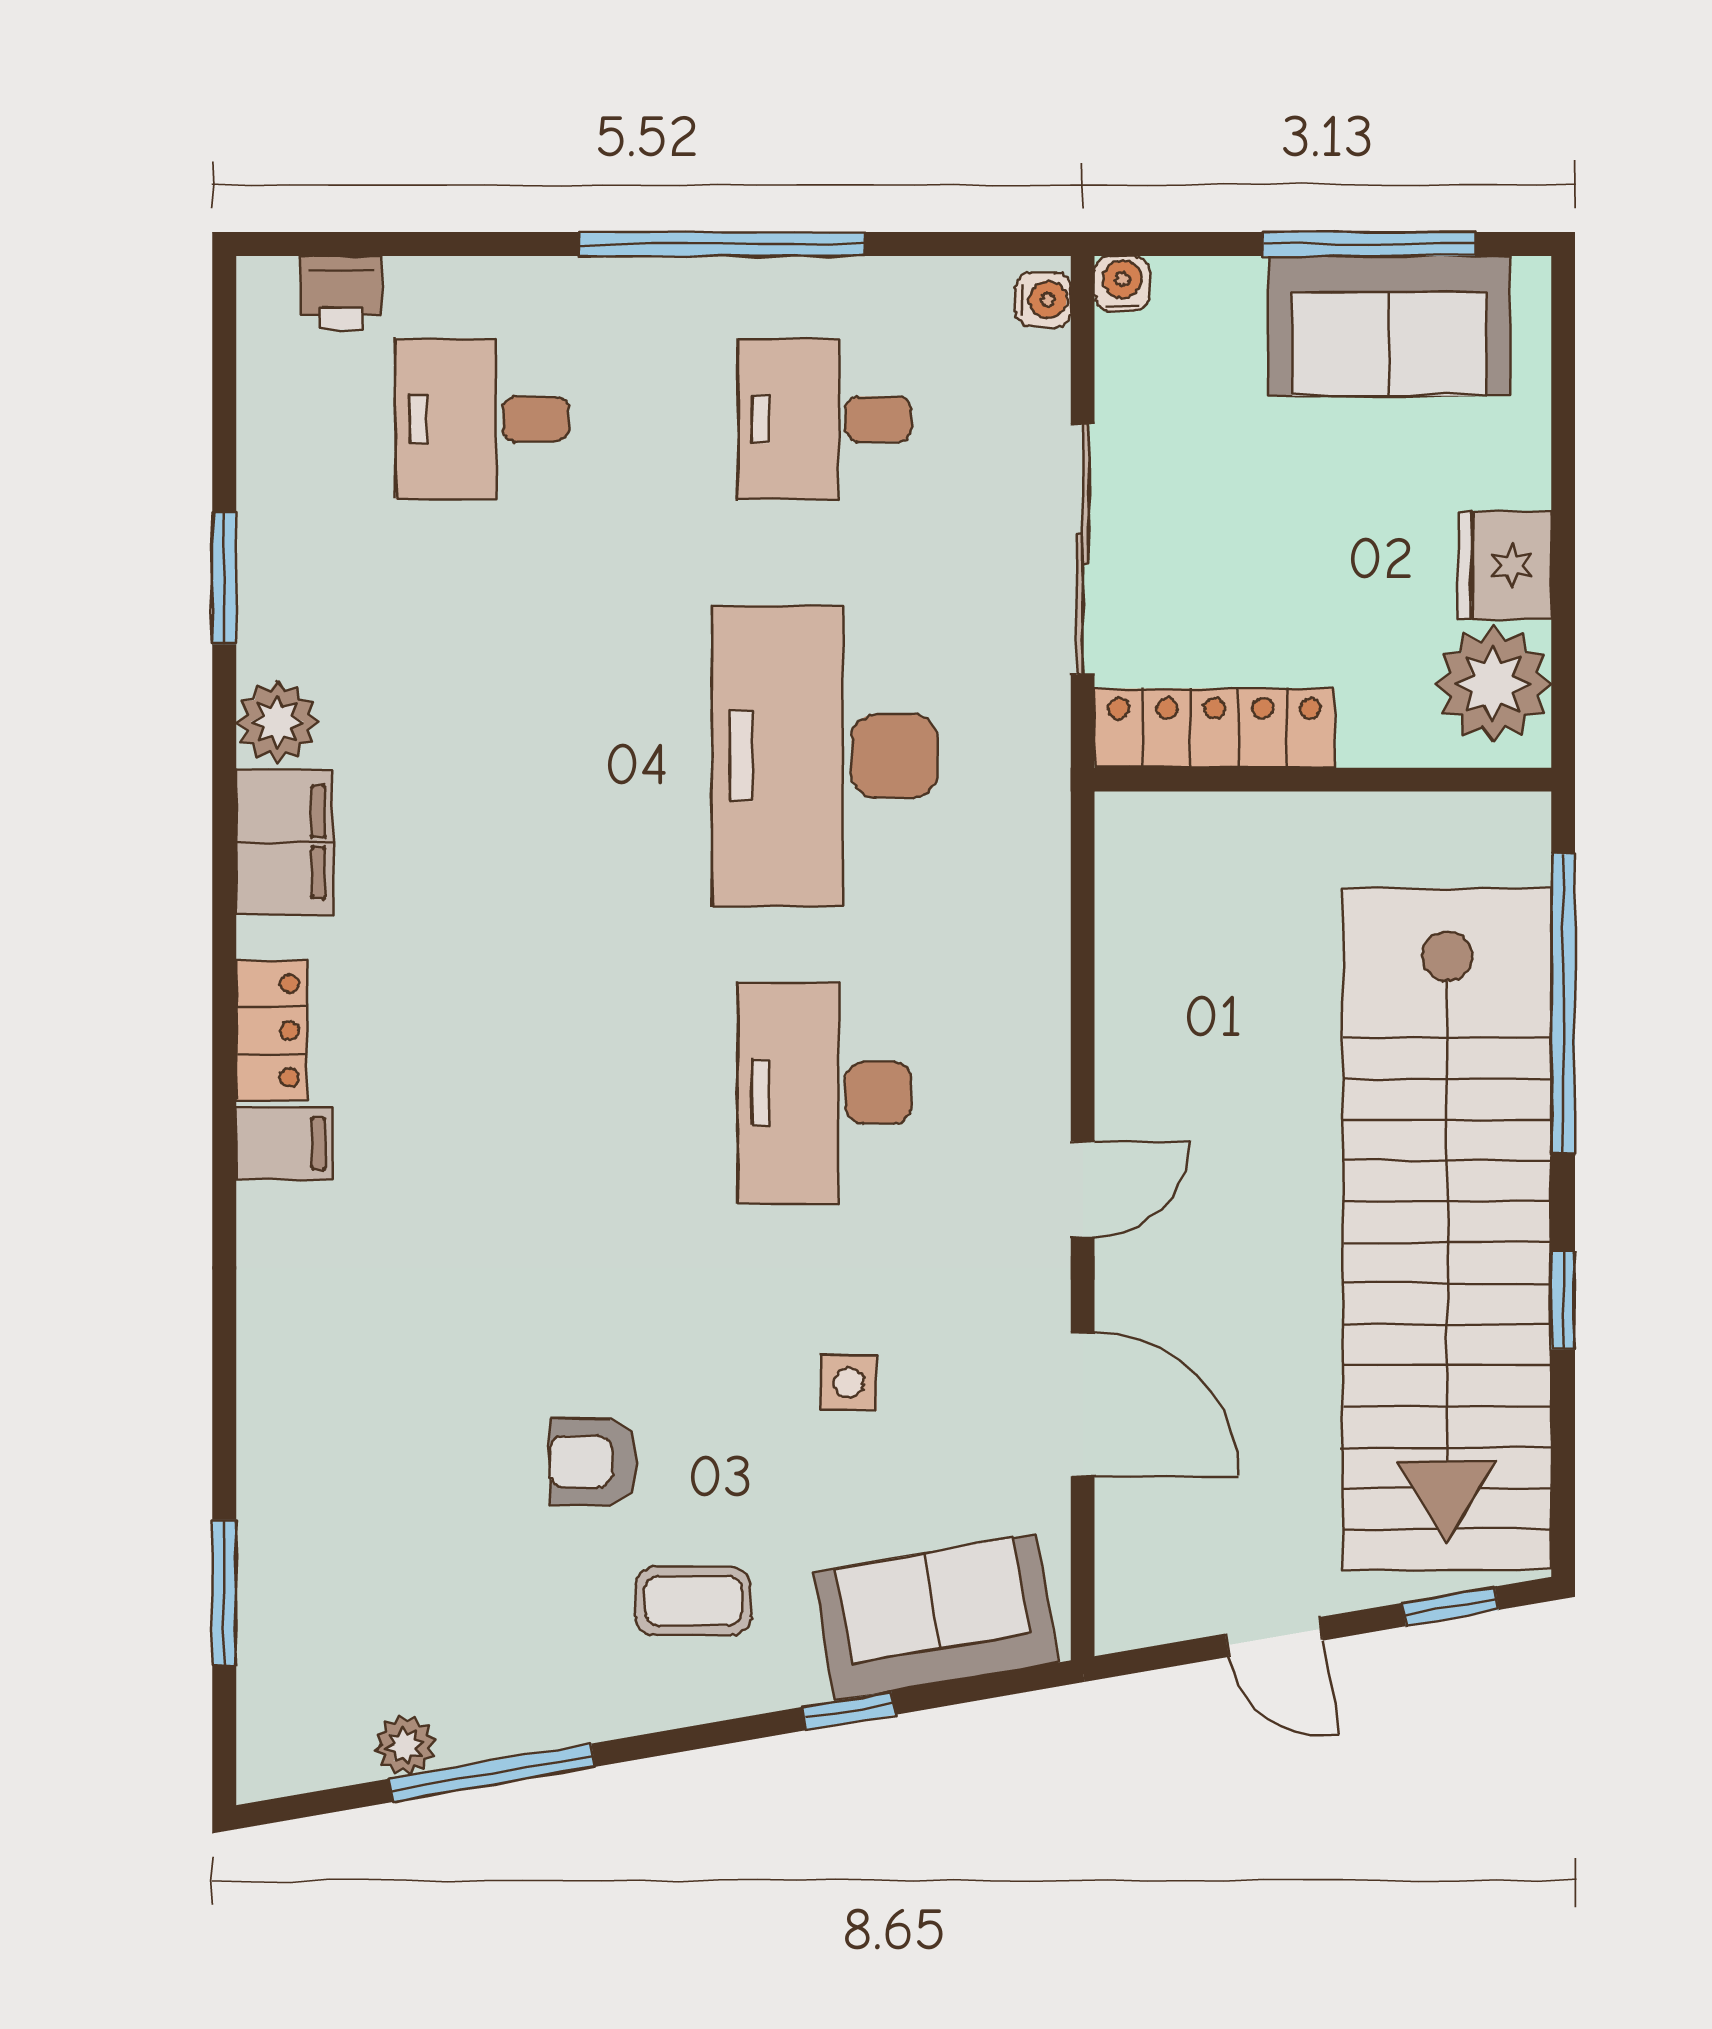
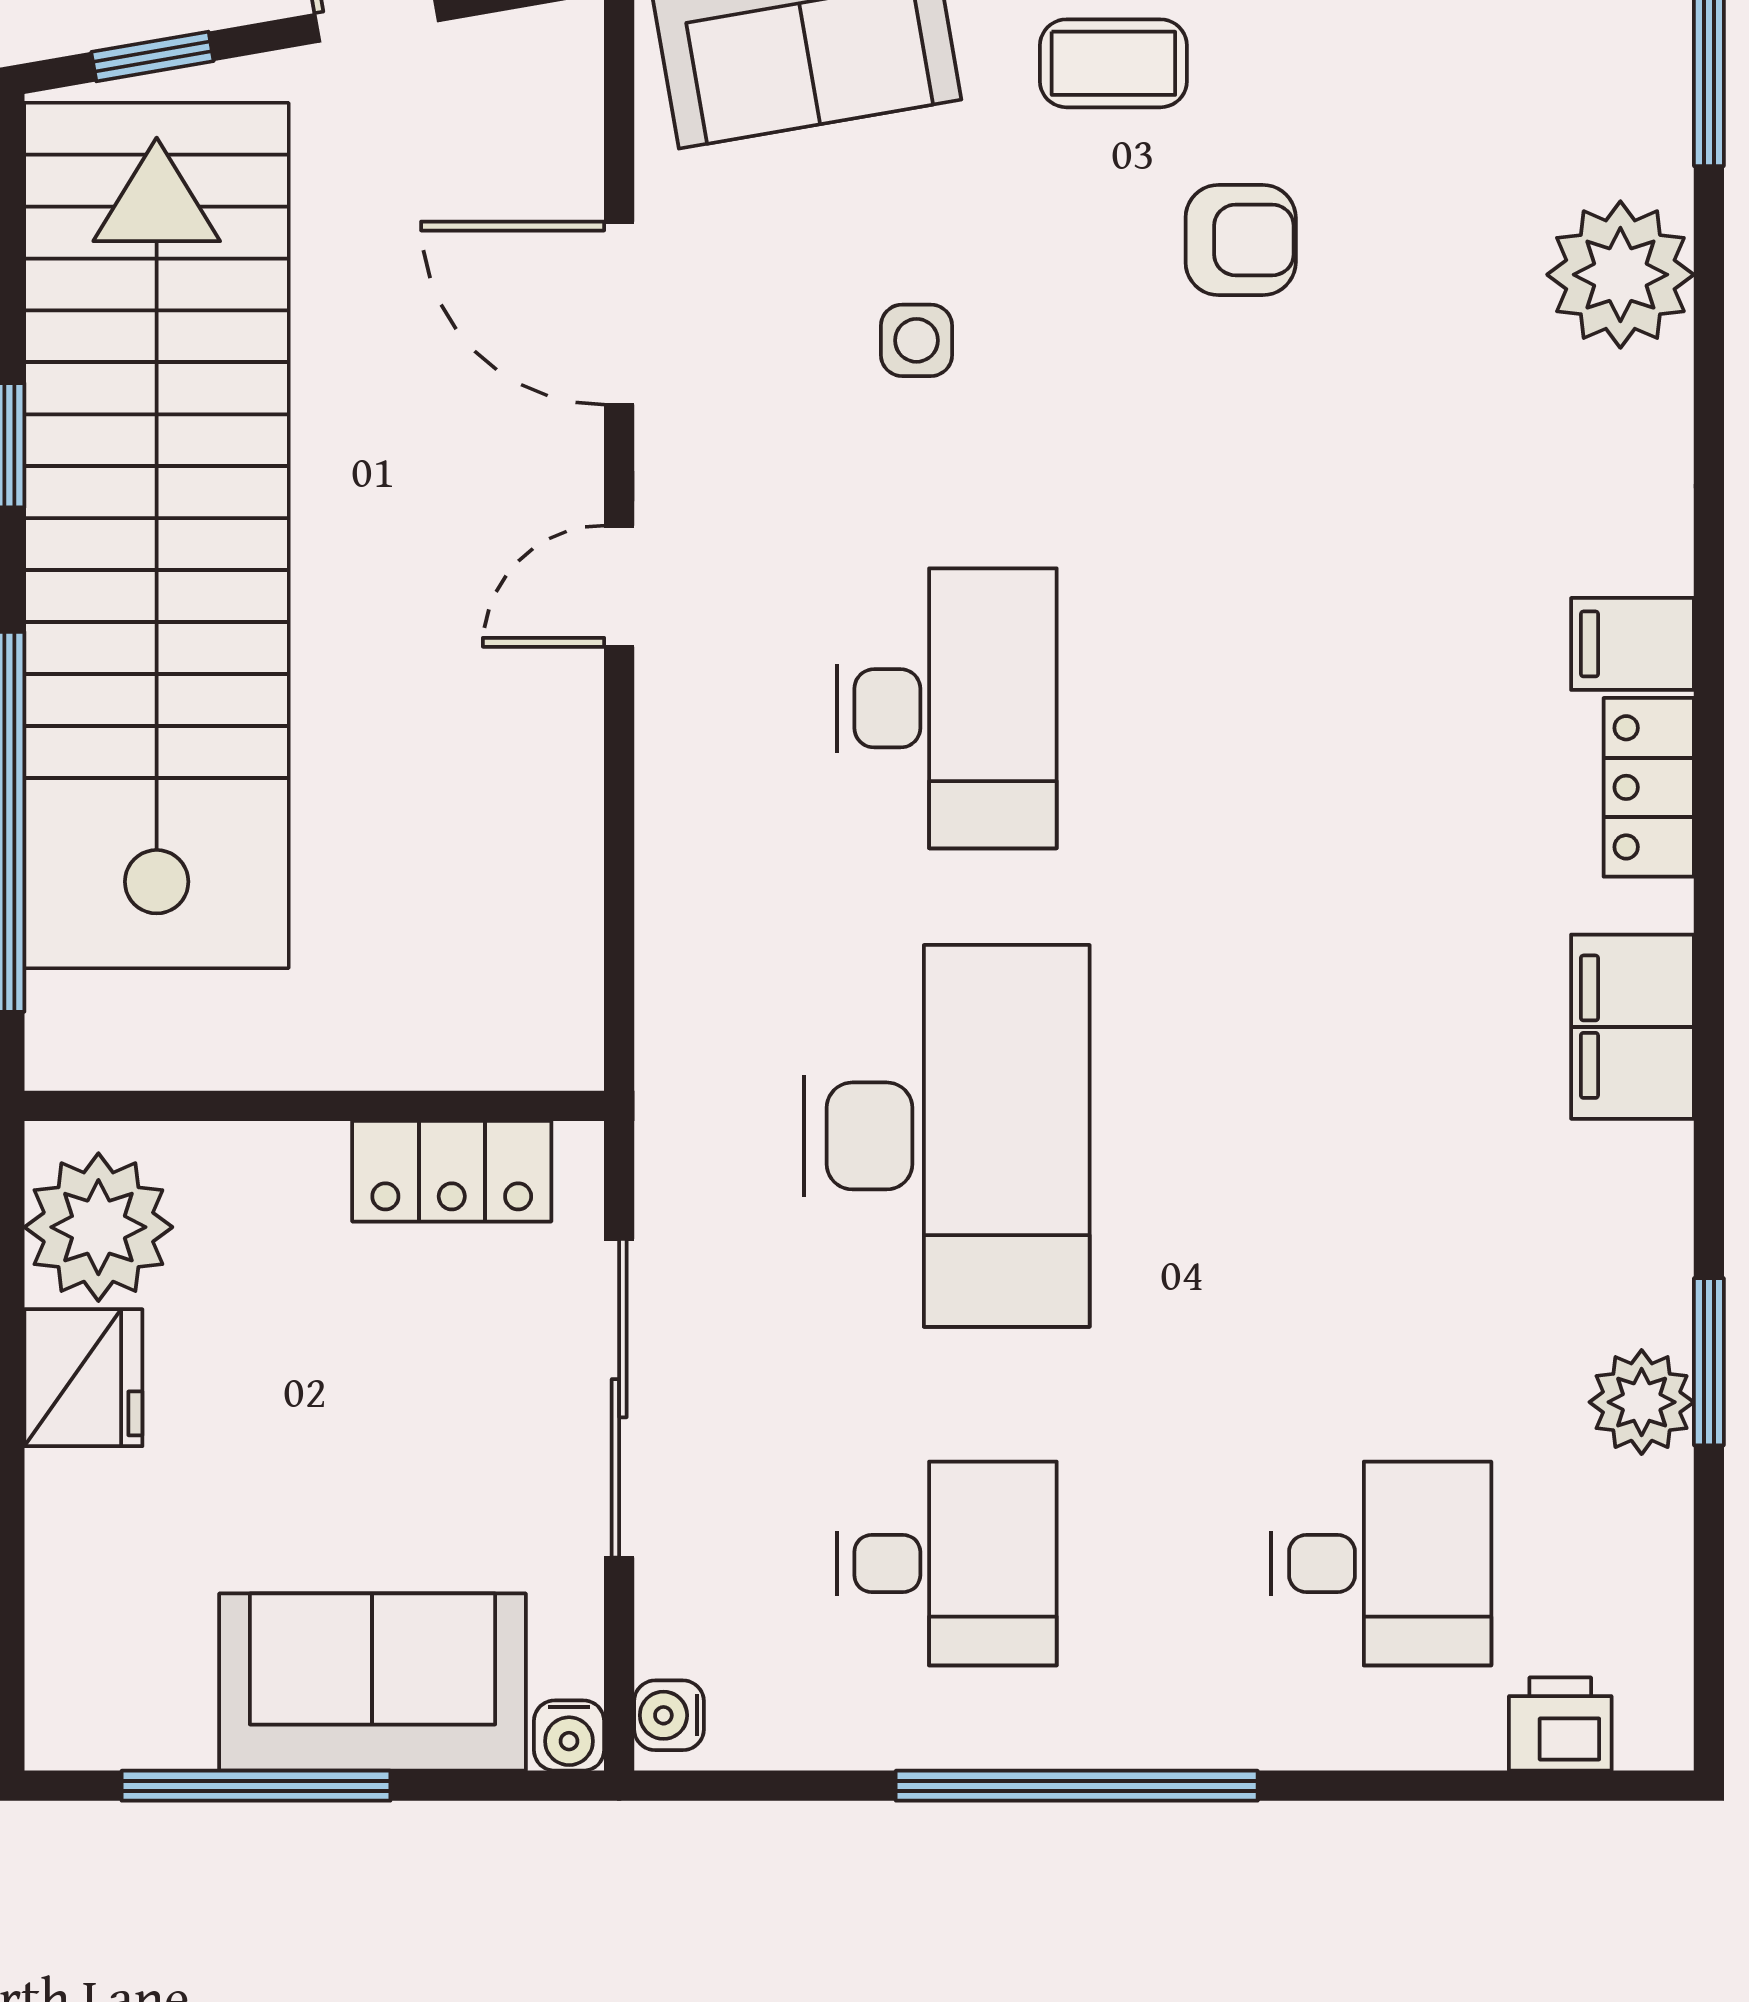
sofa: (1389, 326) -> (372, 1682), moved
plant: (277, 722) -> (1642, 1402), moved
locker: (1215, 728) -> (452, 1171), width x0.66
plant: (294, 1435) -> (1620, 275), added

